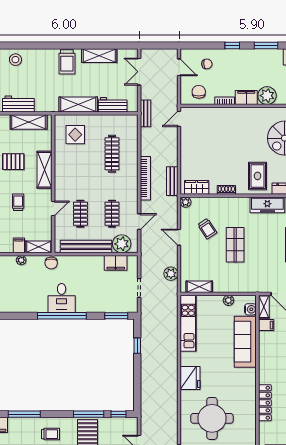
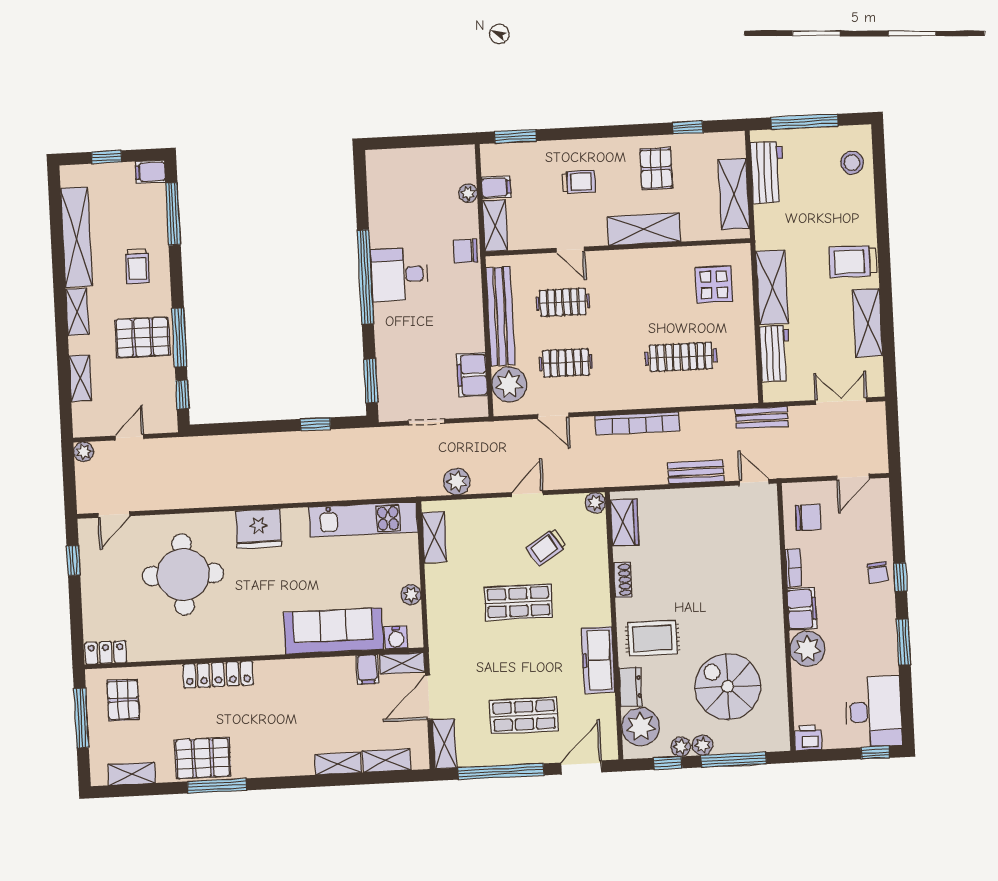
chair: (207, 64) -> (878, 572), moved
bench: (172, 181) -> (696, 472), moved

